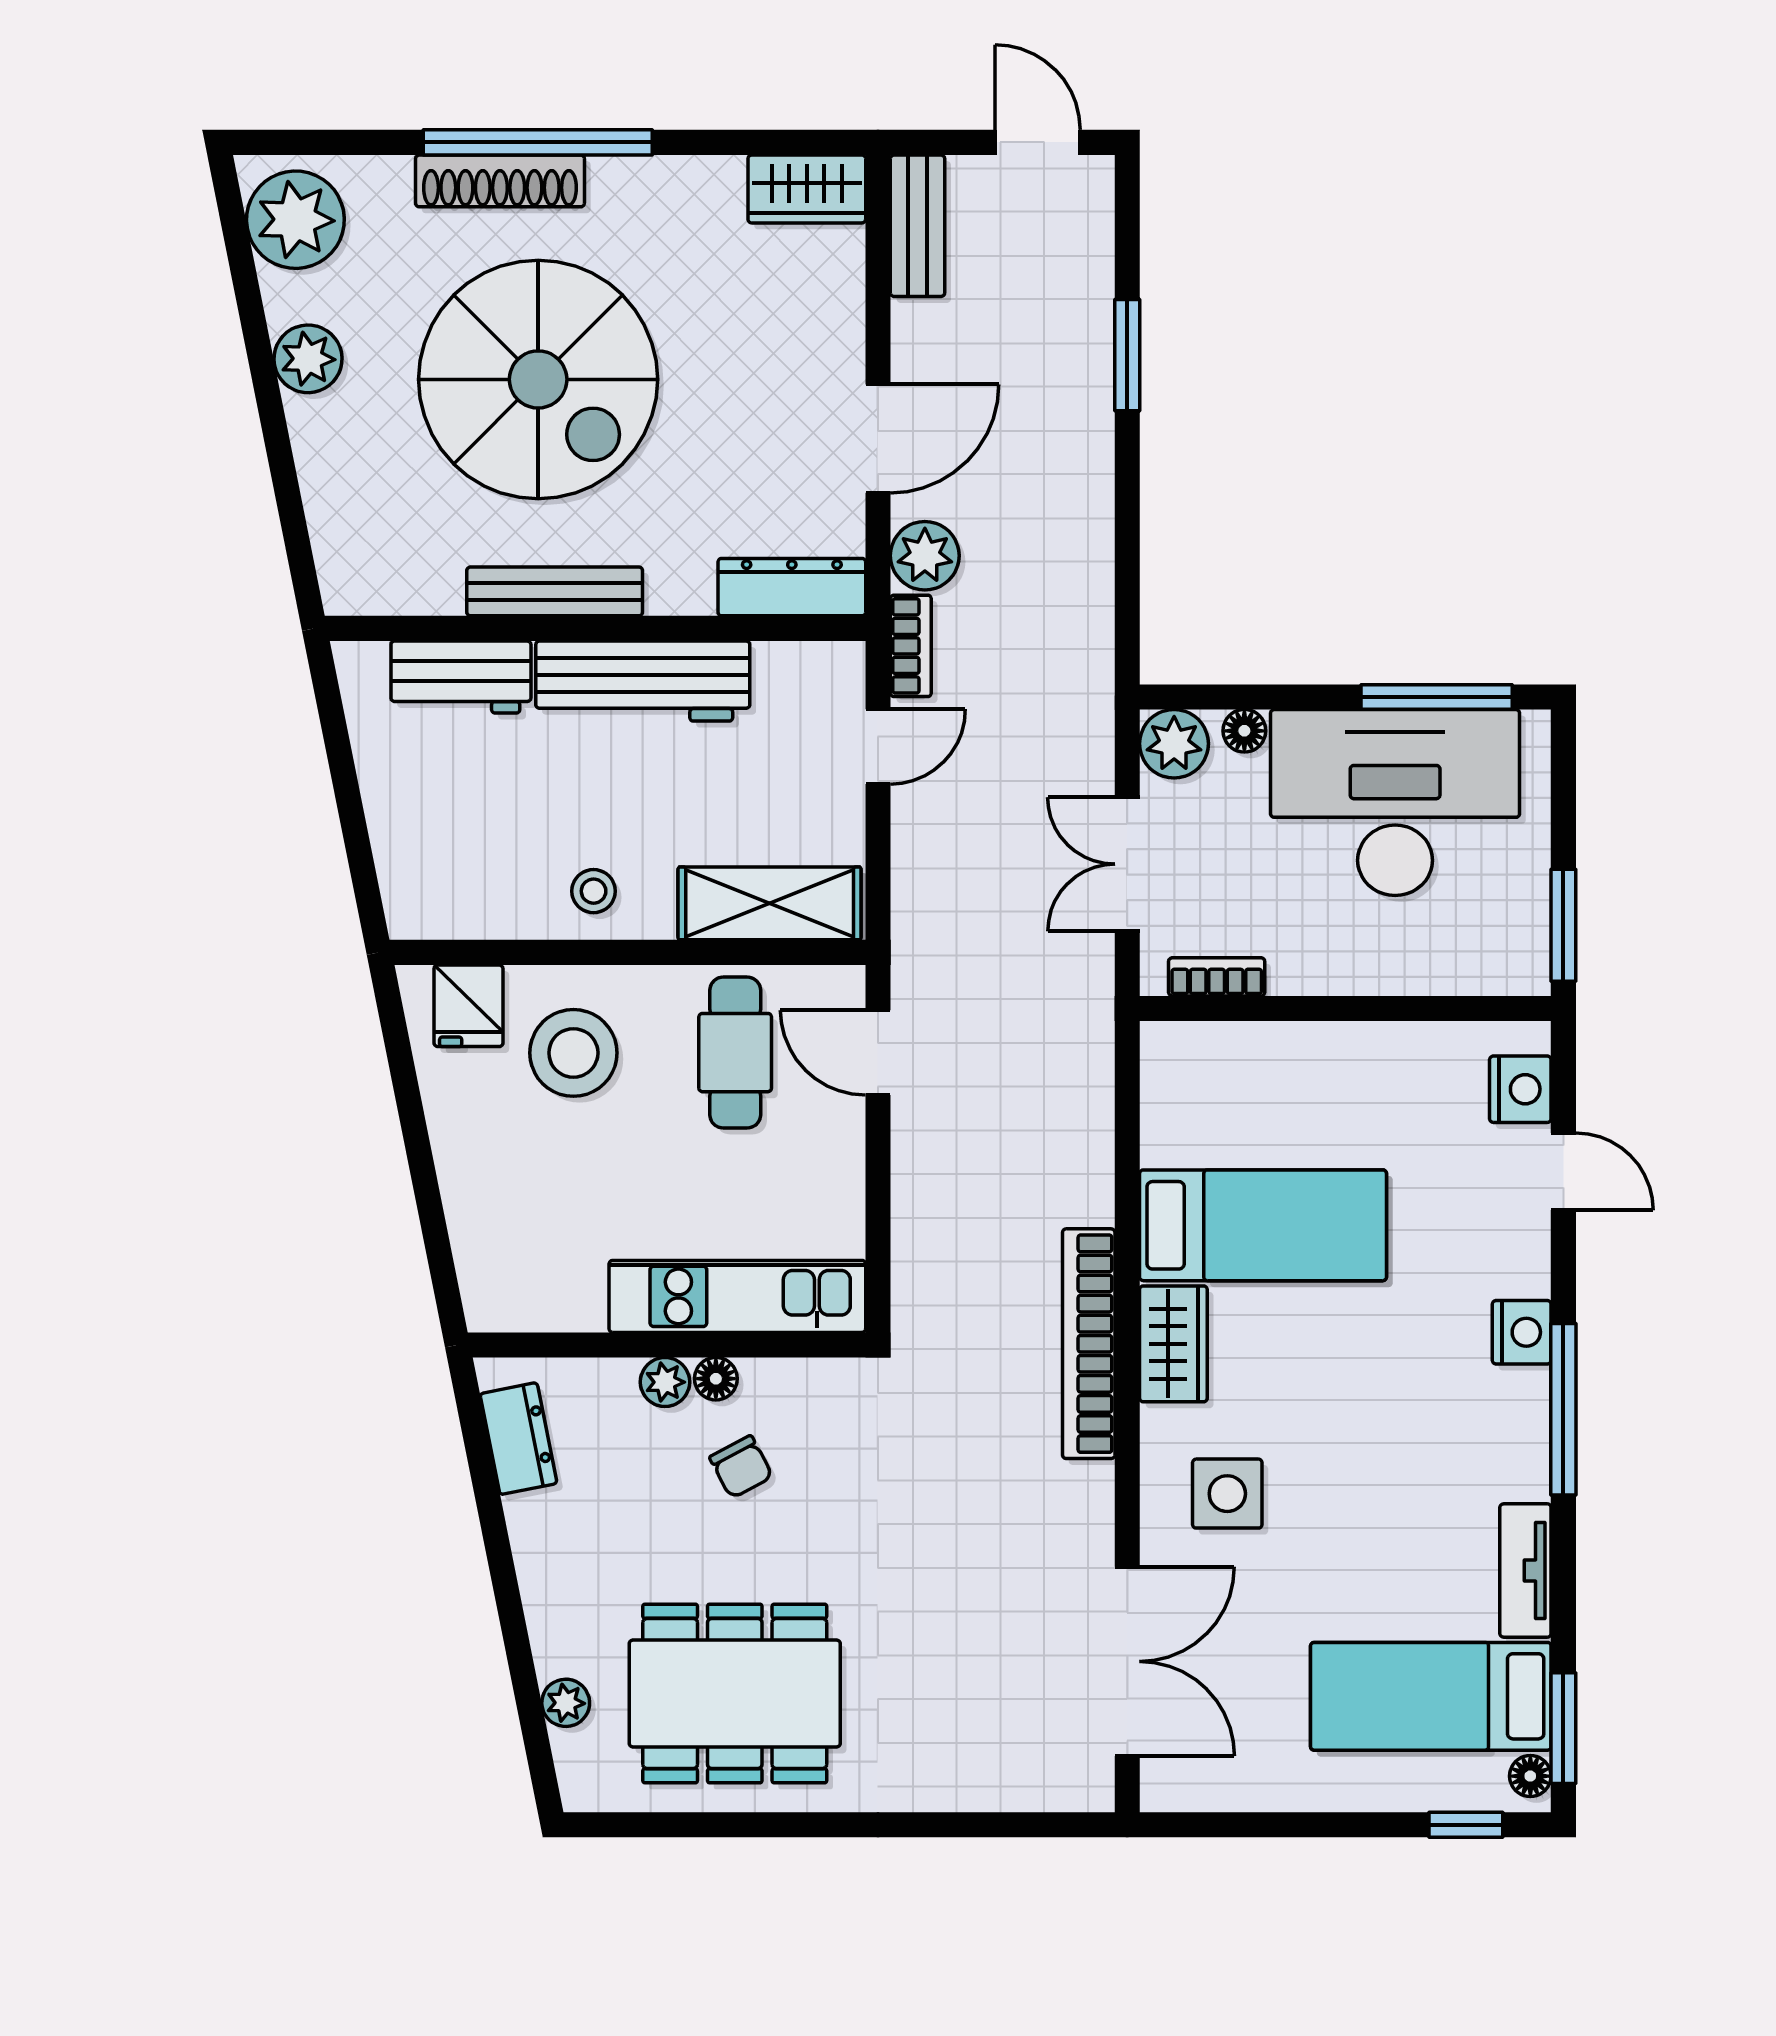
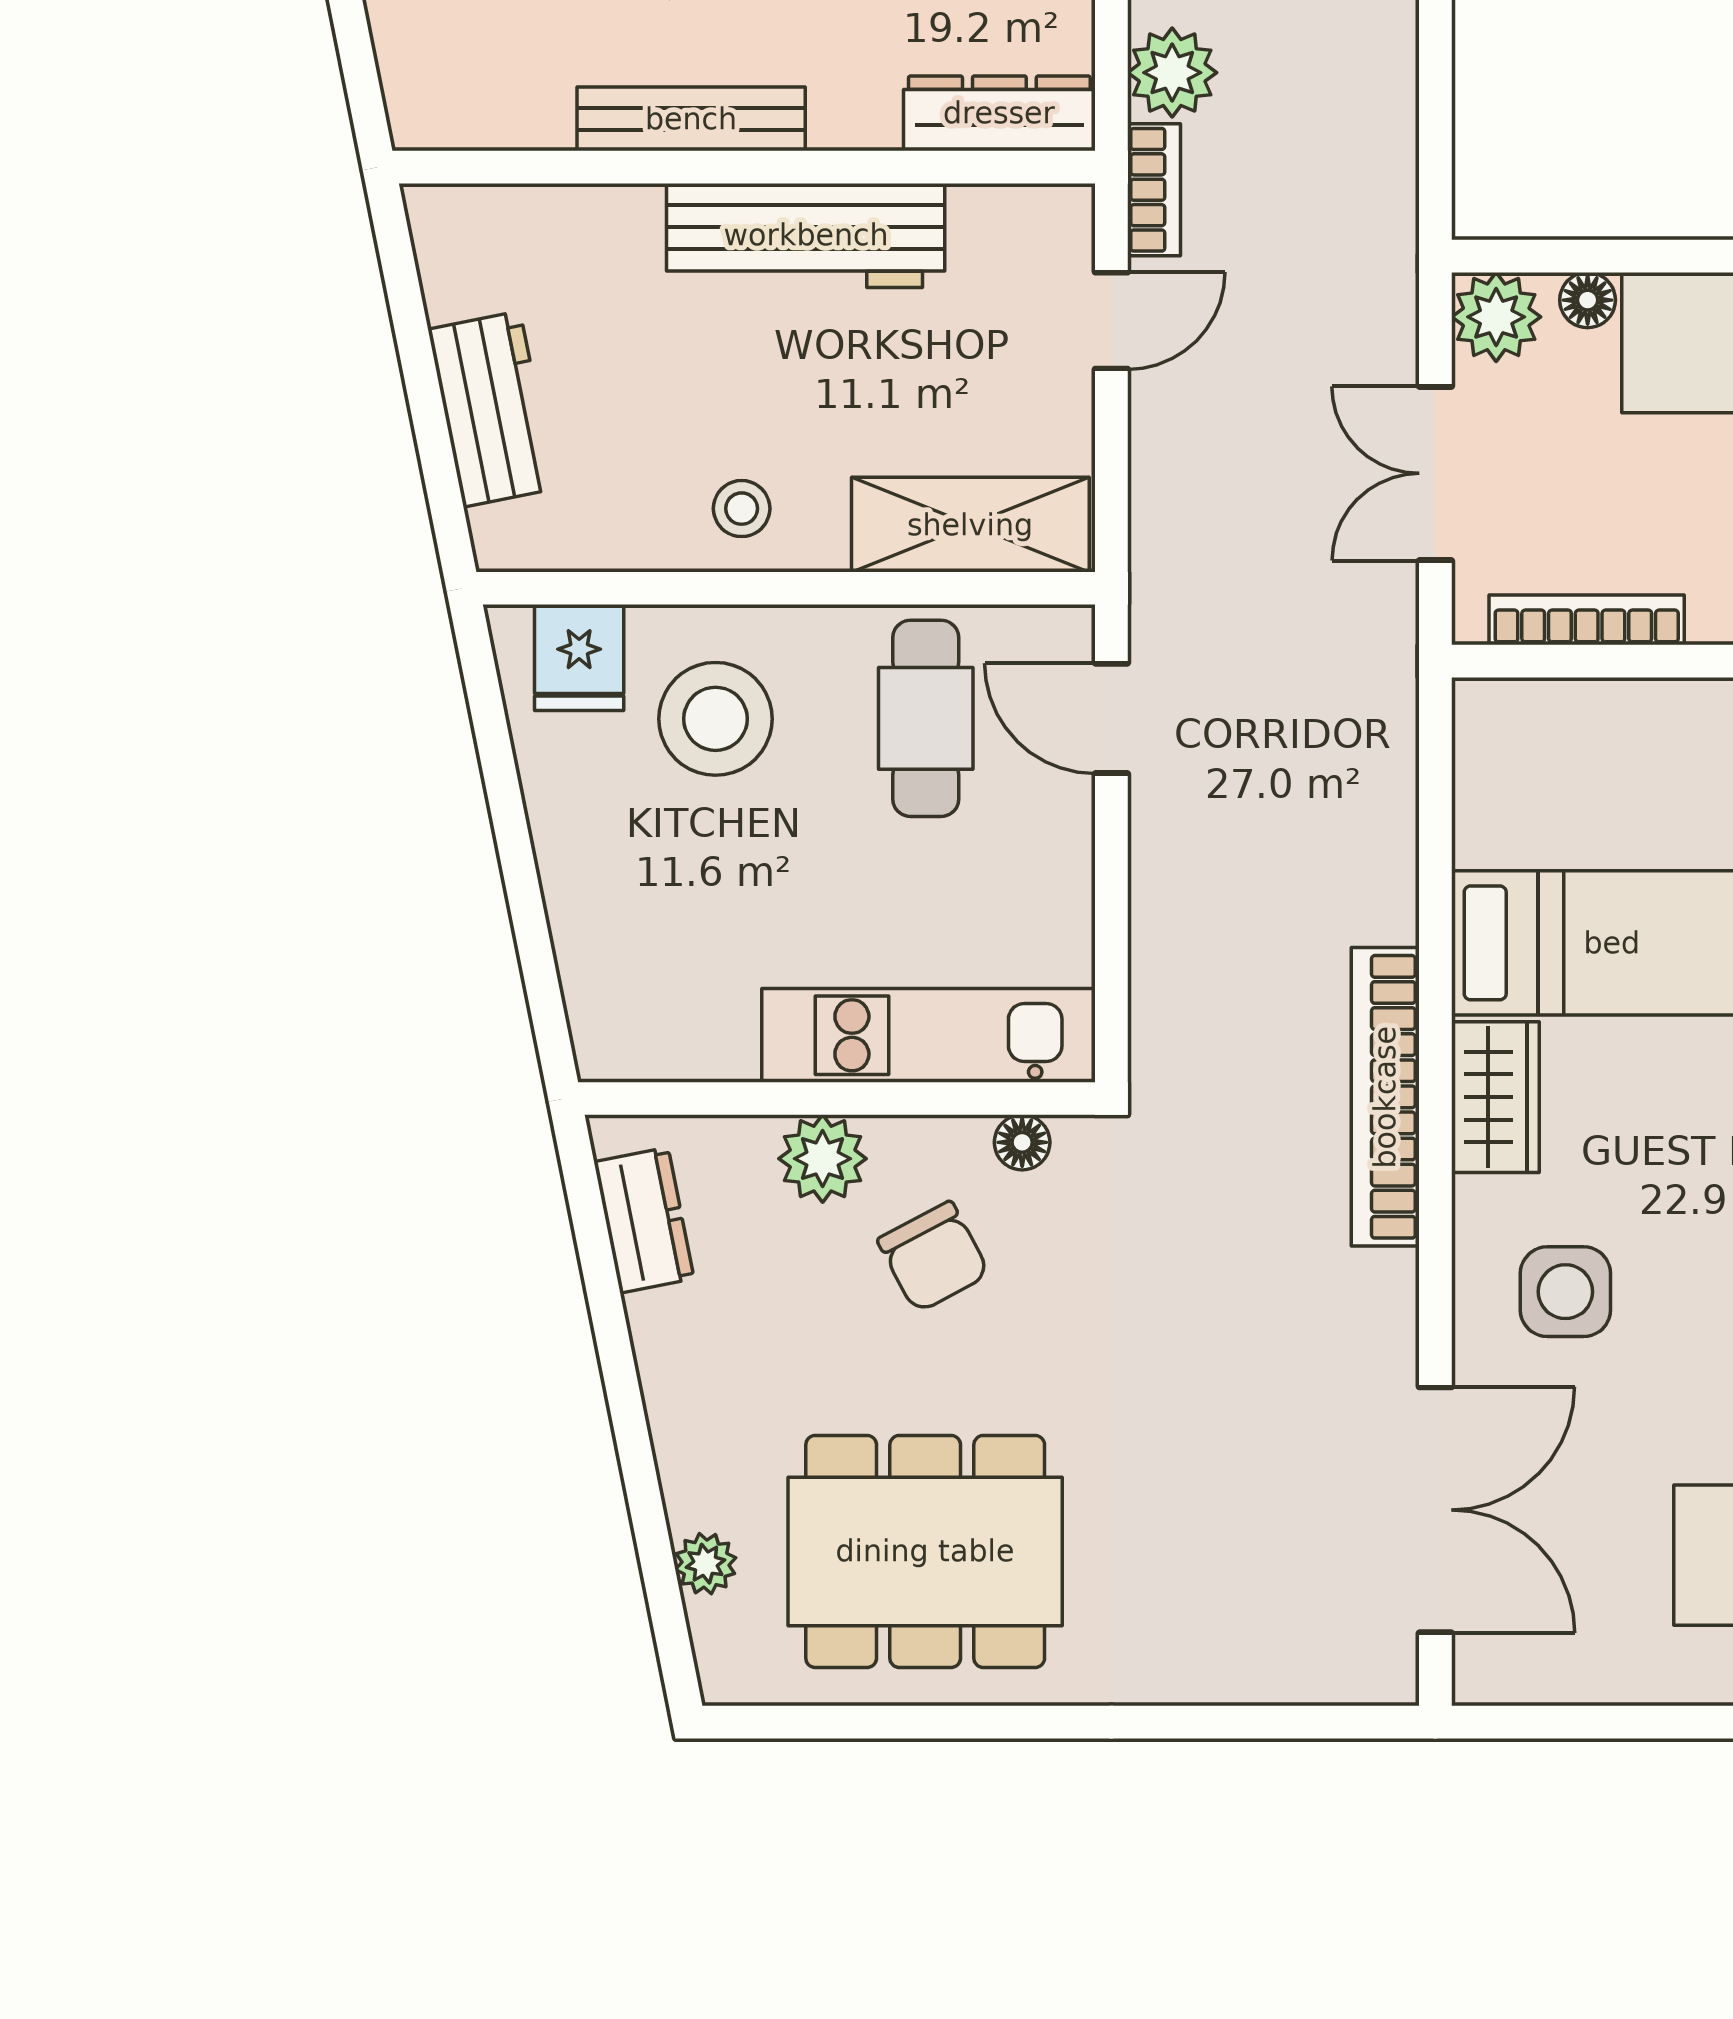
workbench: (461, 677) -> (492, 409), moved, turned -101
bookcase: (1217, 977) -> (1587, 620), width x1.56
floor lamp: (716, 1379) -> (1022, 1142), moved
plant: (665, 1382) -> (823, 1159), width x1.38, depth x1.38
chair: (741, 1467) -> (933, 1257), width x1.37, depth x1.37

